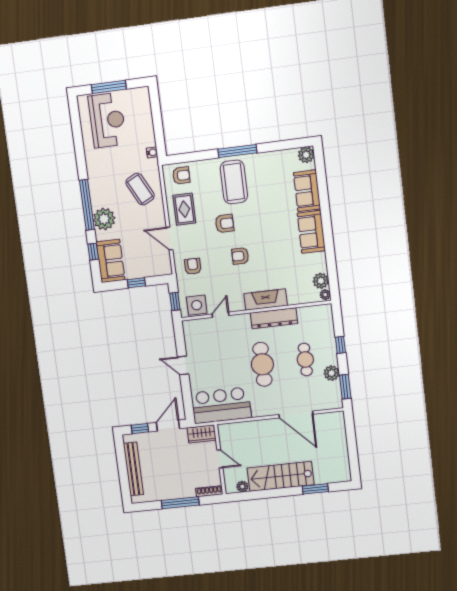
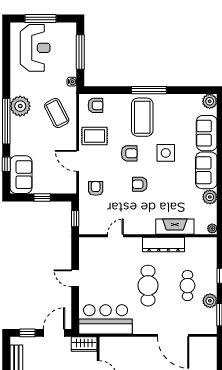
window: (157, 118) -> (80, 52), added
rug: (184, 209) -> (95, 136), turned 90
plant: (104, 219) -> (20, 106), moved
plant: (321, 281) -> (210, 197), moved
fireplace: (266, 300) -> (175, 227), moved
side table: (197, 305) -> (166, 153), moved

